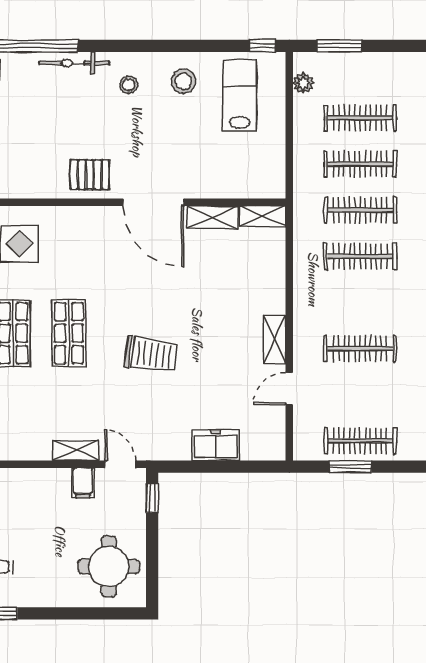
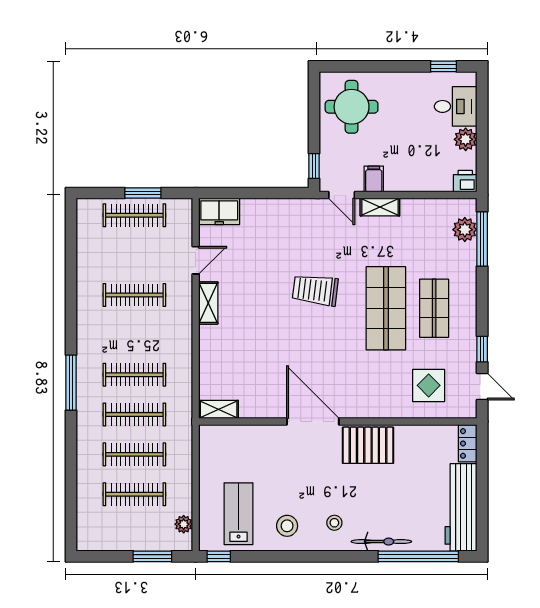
lab bench: (240, 95) -> (239, 514), turned 180
pallet: (90, 175) -> (368, 445), width x1.50, depth x1.42
shelving: (212, 217) -> (262, 408), removed
shop shelf: (69, 333) -> (386, 308), width x1.43, depth x1.36
freezer: (216, 445) -> (219, 211), moved

